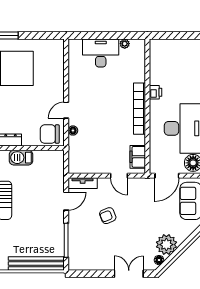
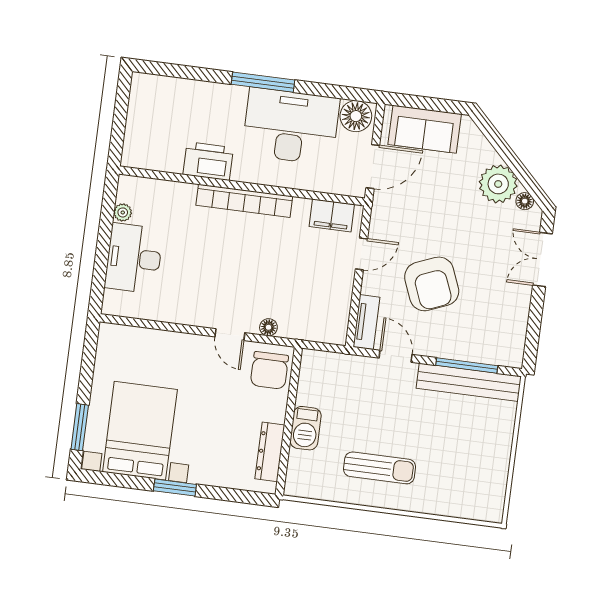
printer: (155, 92) -> (208, 161), width x1.87, depth x1.48
door: (167, 176) -> (373, 167), hinge flipped
armchair: (108, 216) -> (432, 284), width x1.88, depth x1.88
bench: (36, 264) -> (469, 382), moved, turned 90

